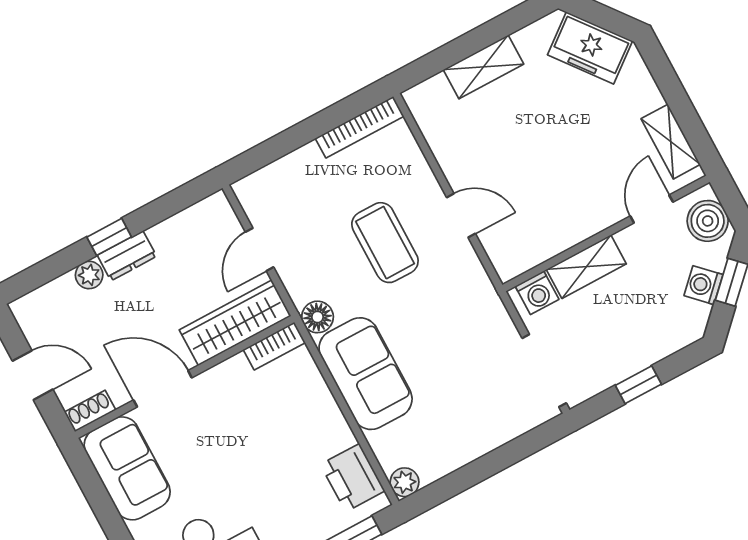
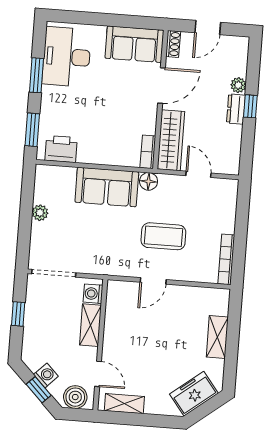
plant: (404, 482) -> (40, 213), moved

